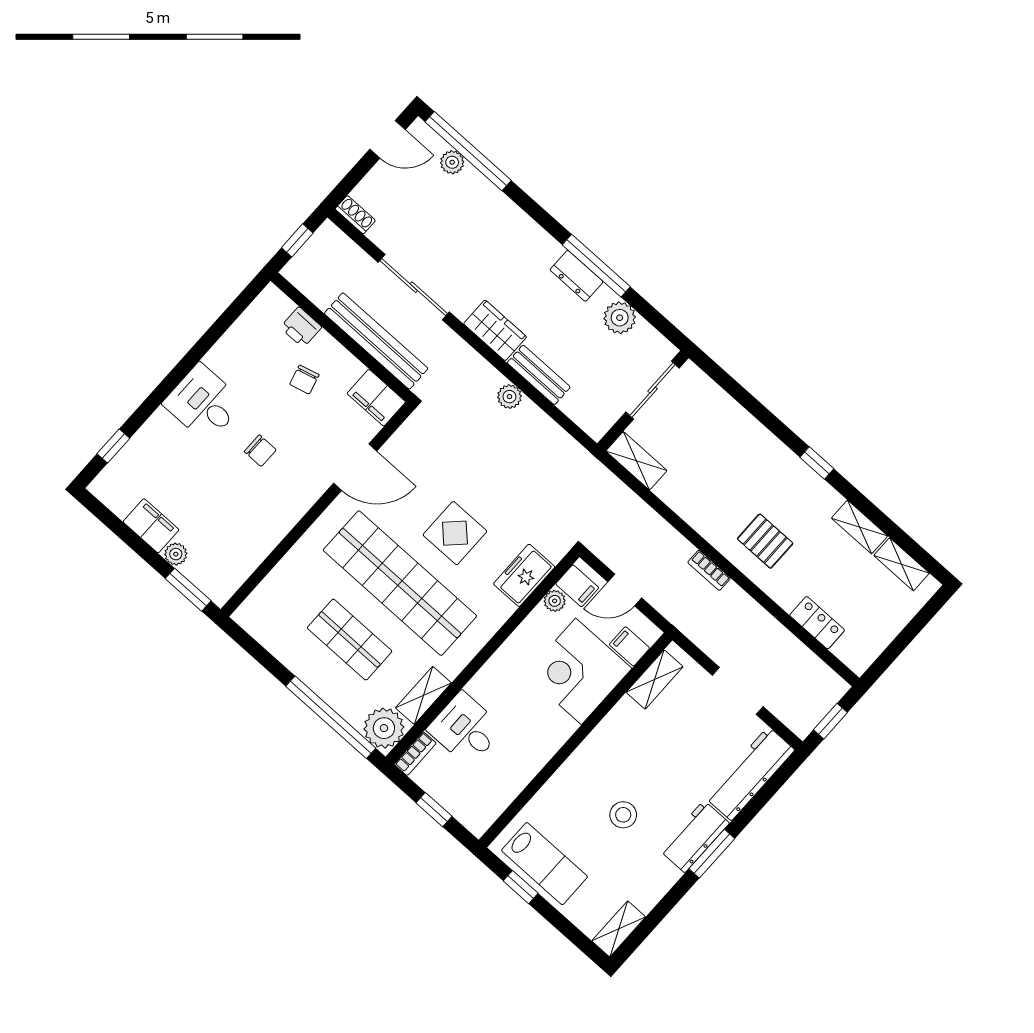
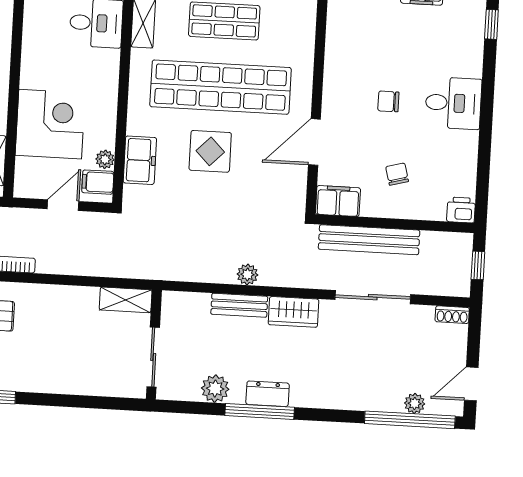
printer: (301, 327) -> (461, 210), moved
filing cabinet: (629, 646) -> (29, 169), removed

